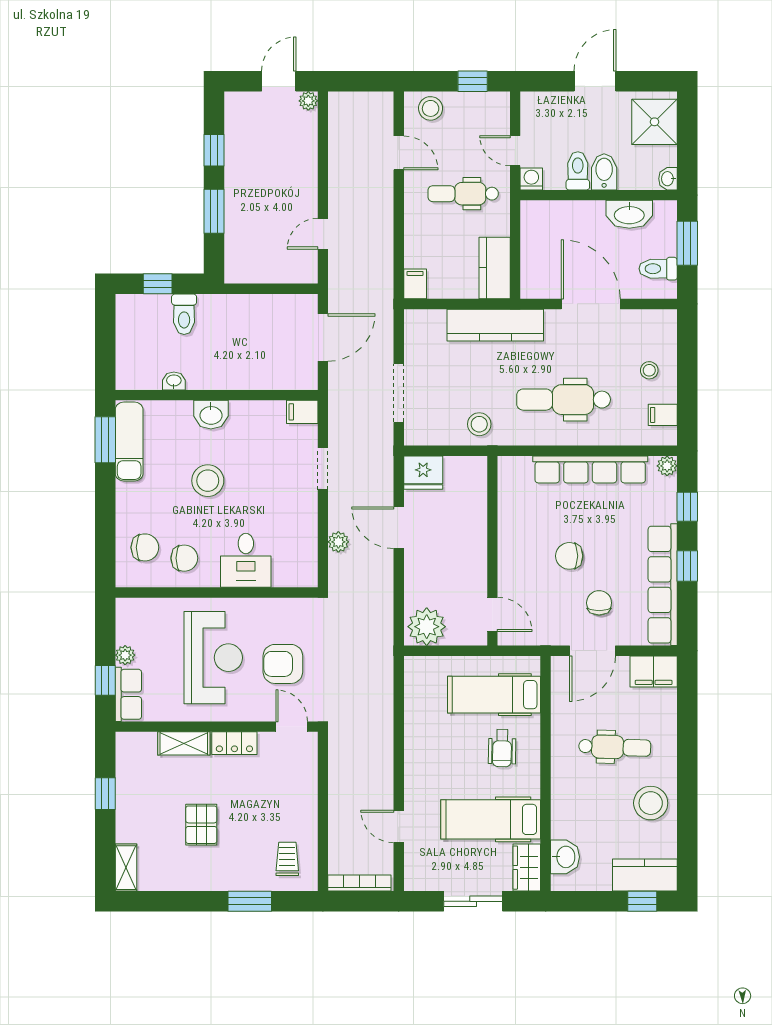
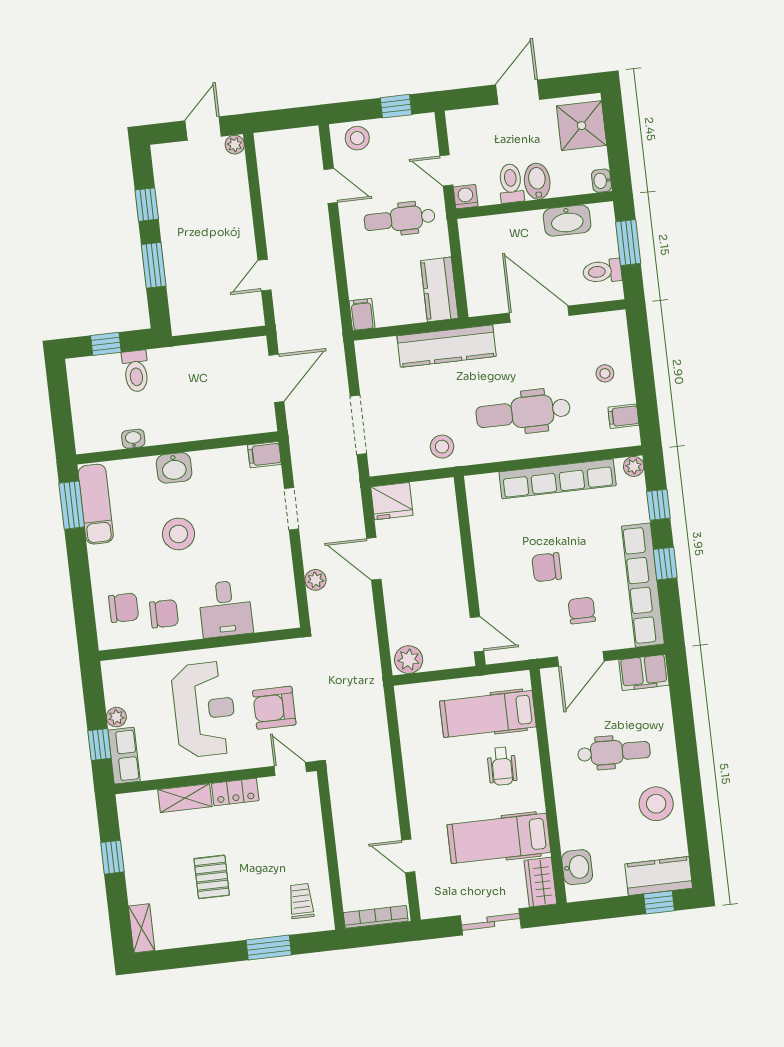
plant: (427, 627) -> (409, 660), width x0.73, depth x0.73

